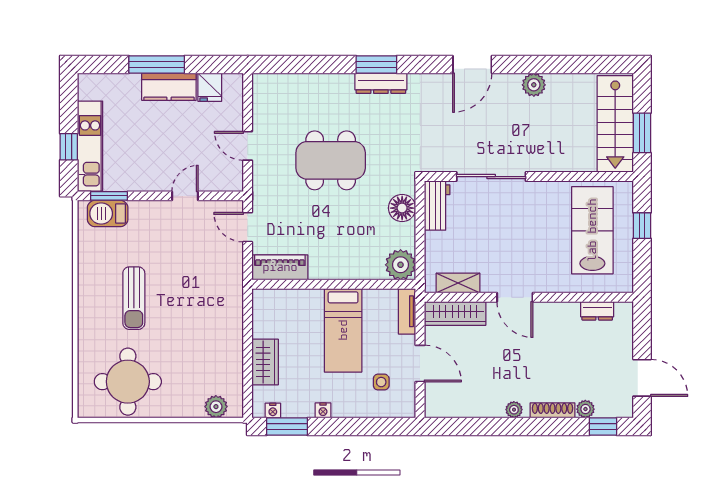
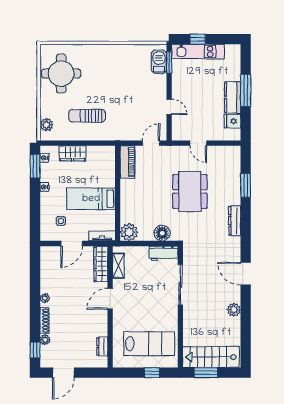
window: (376, 64) -> (246, 185), moved
door: (248, 146) -> (198, 143), swing flipped
sun lounger: (134, 298) -> (87, 116), moved

